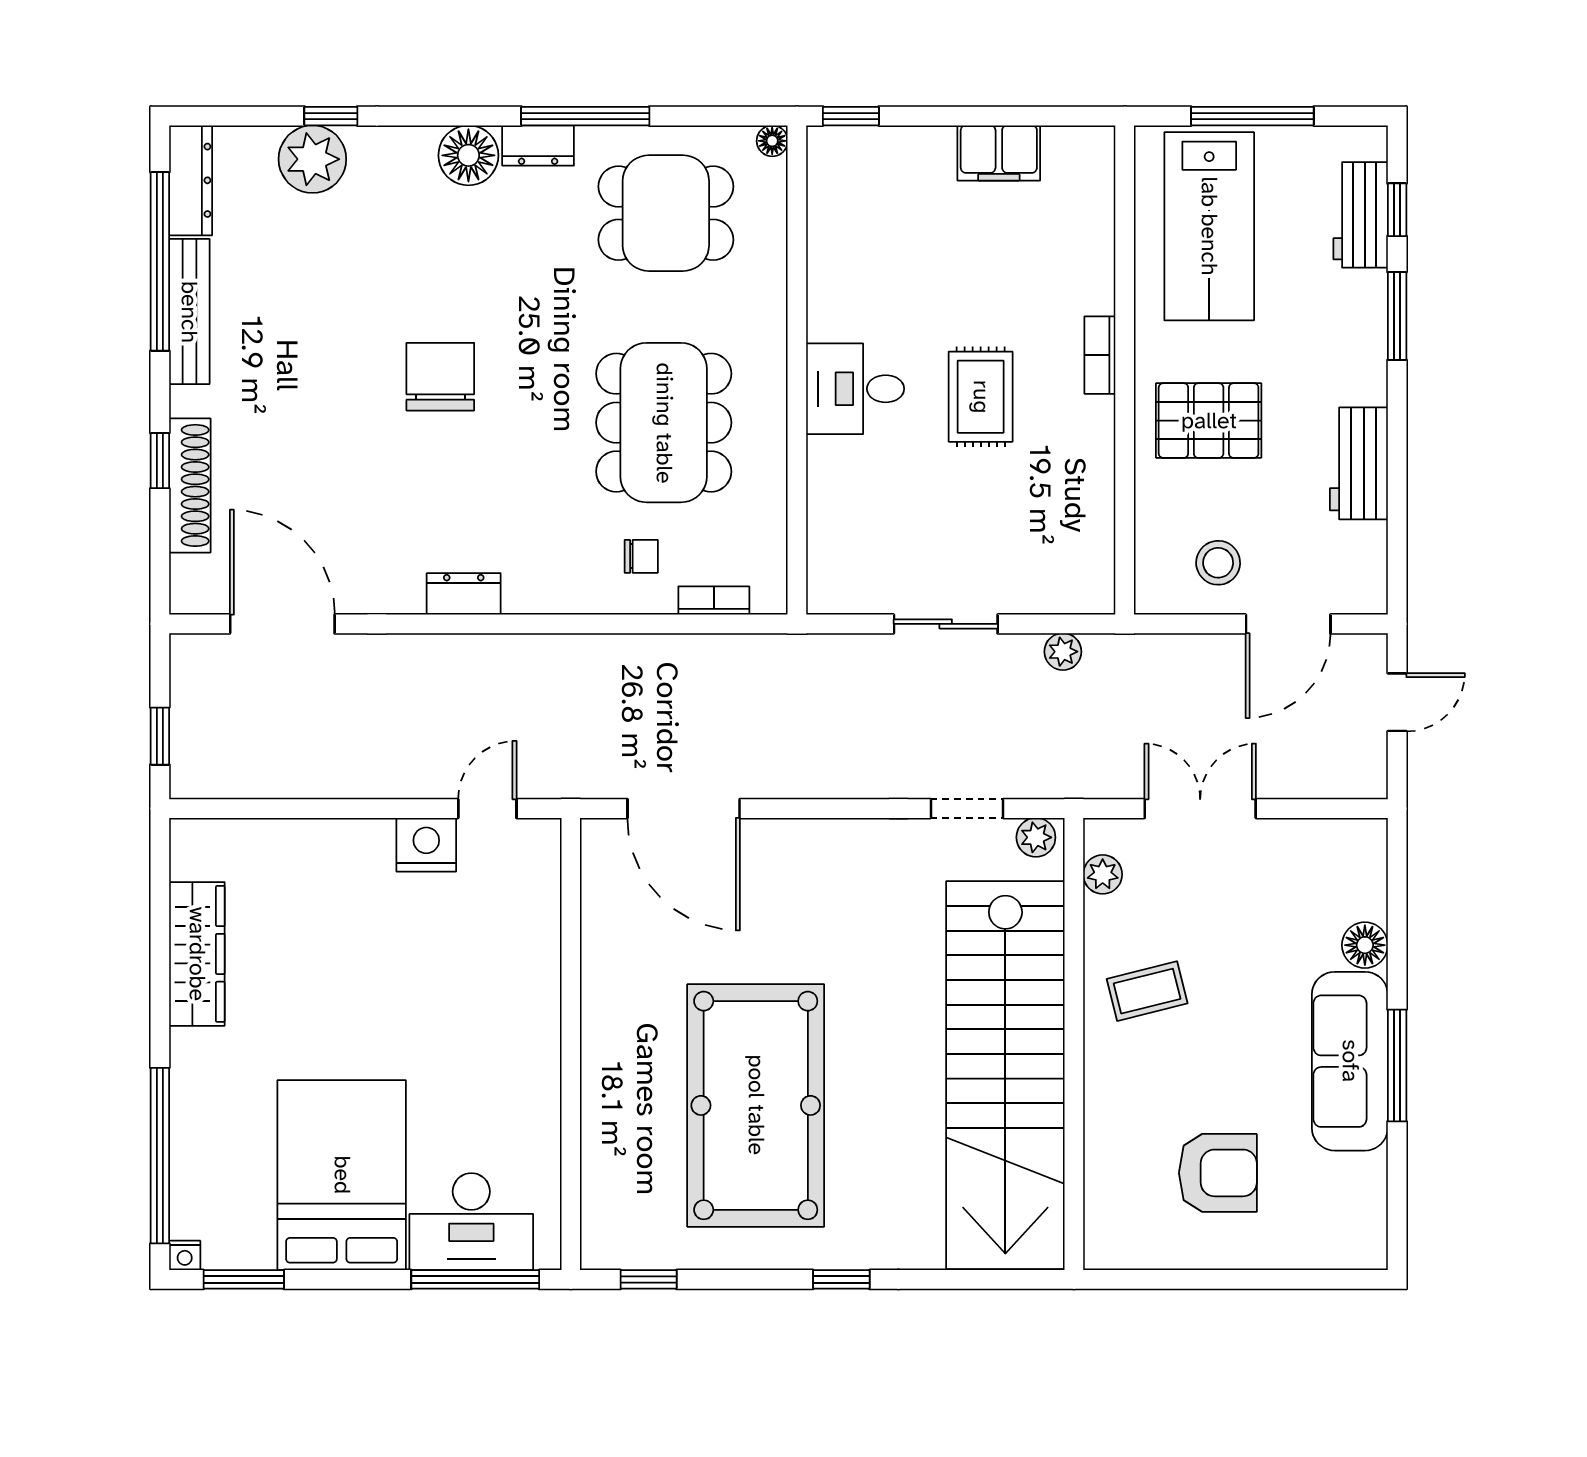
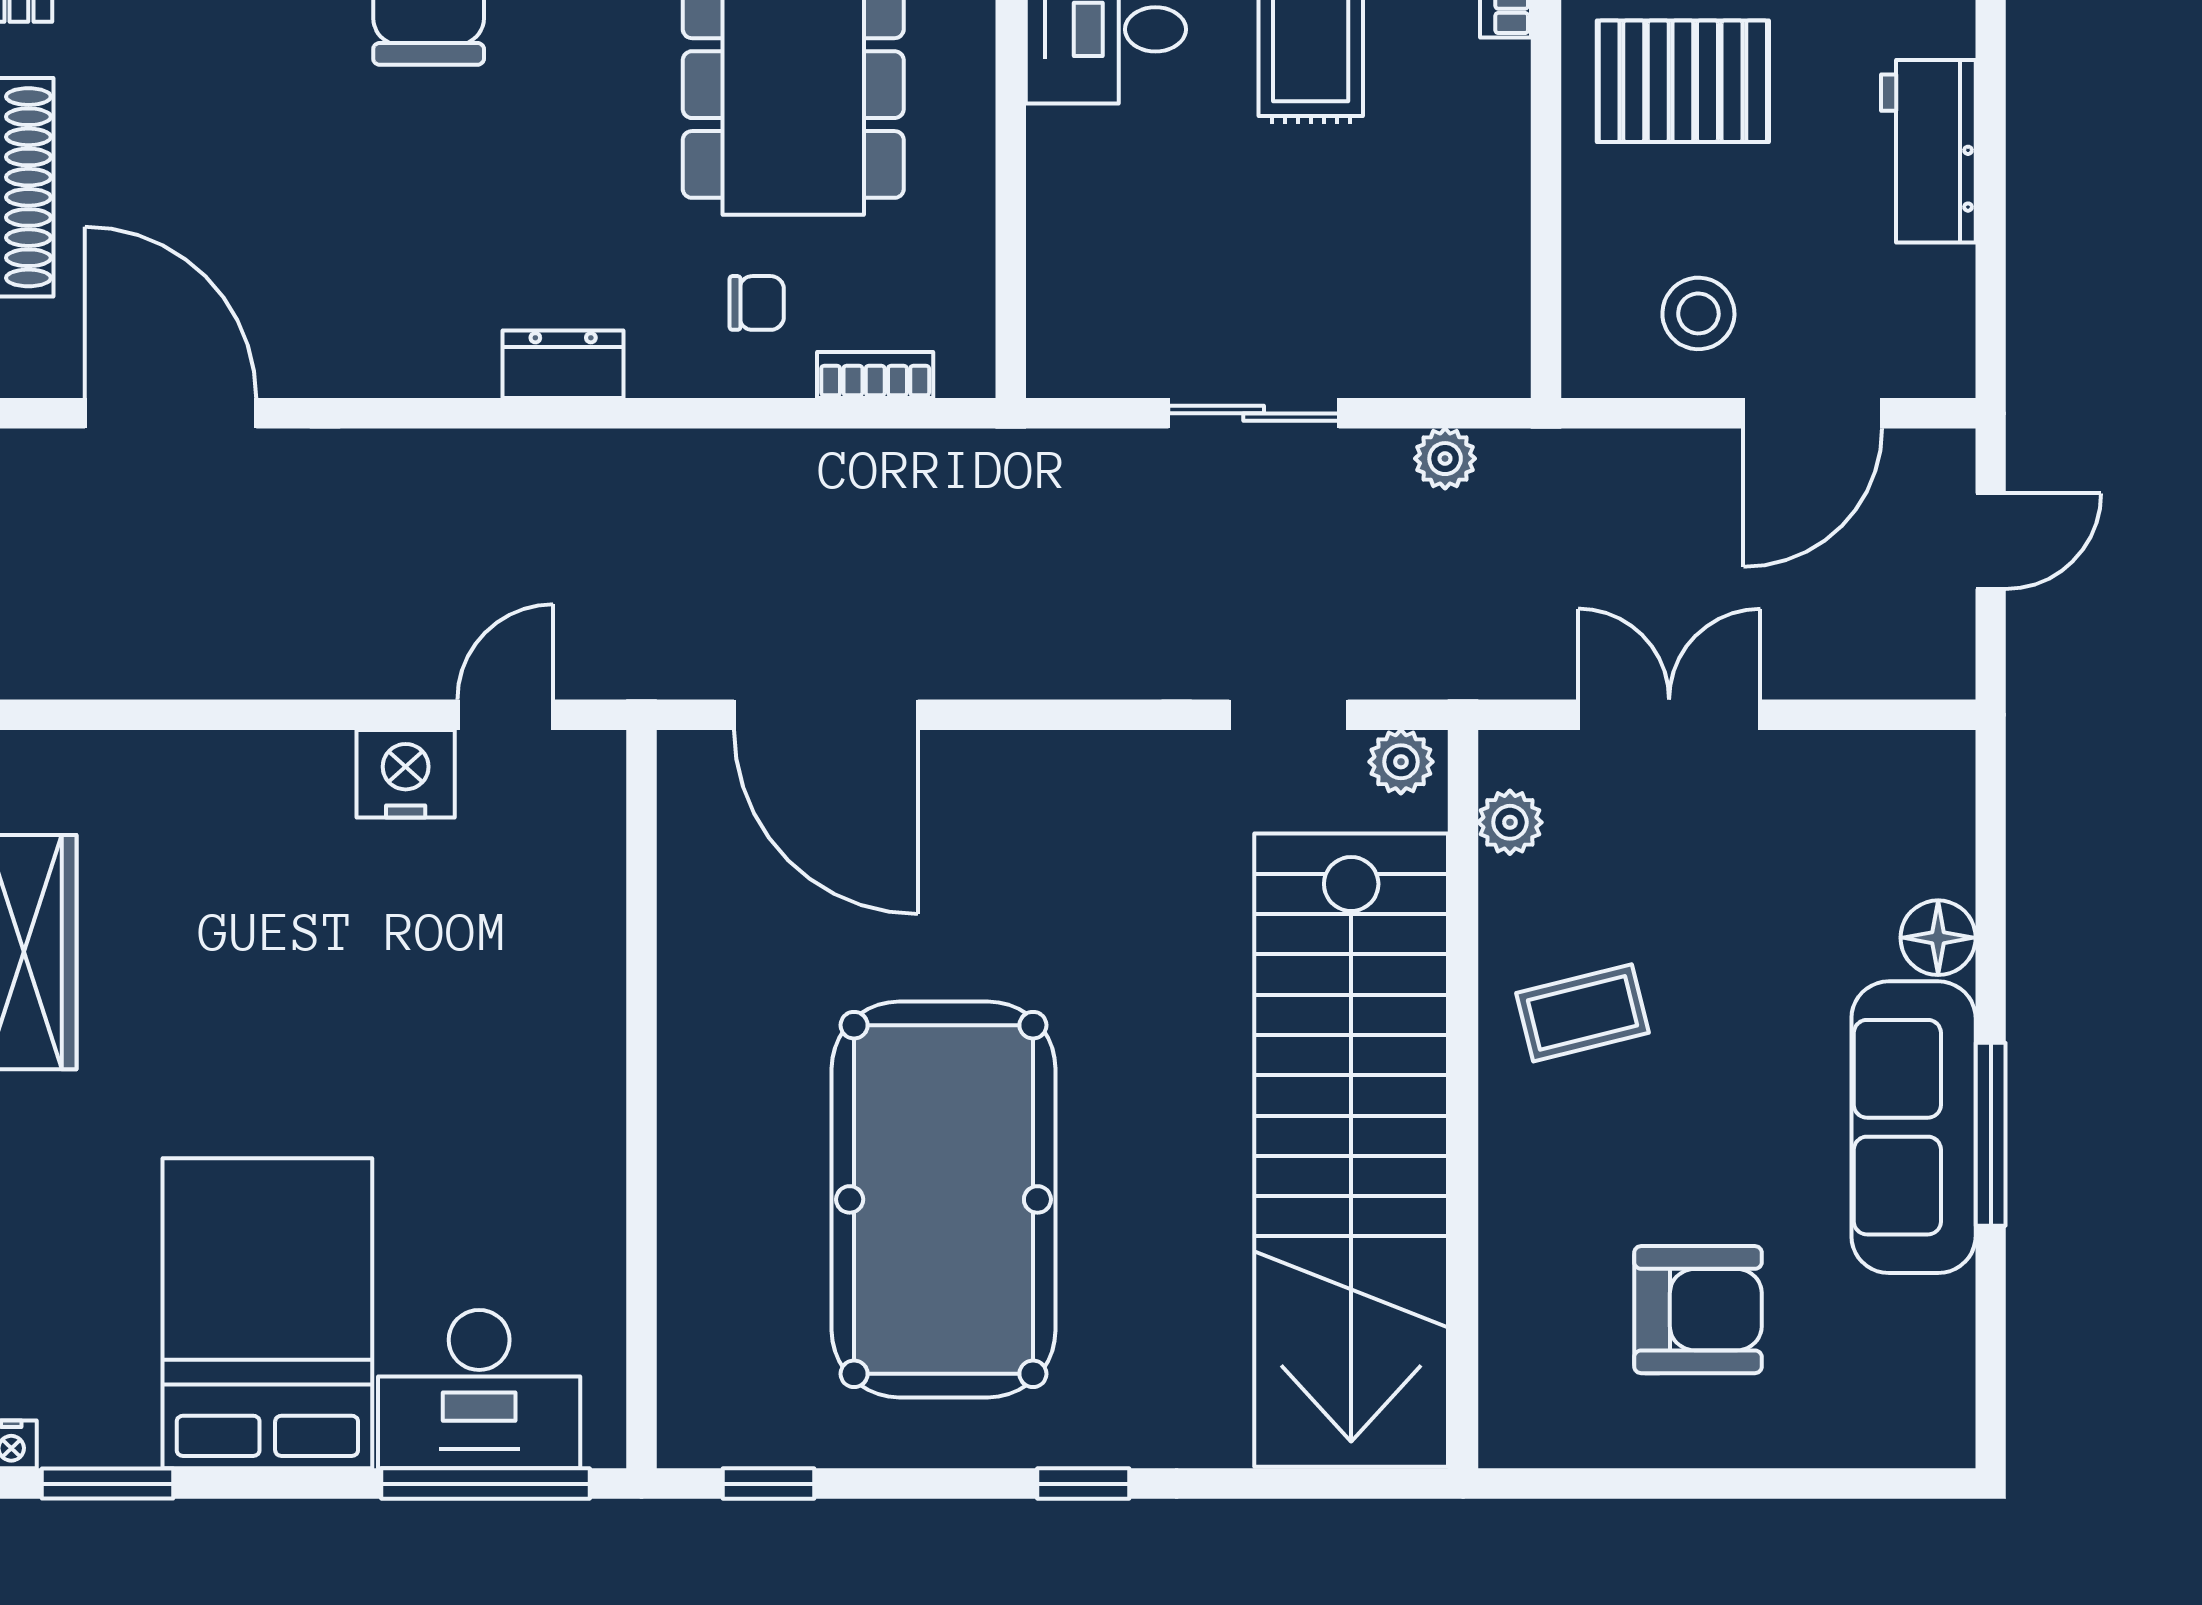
dresser: (464, 594) -> (563, 364), moved

